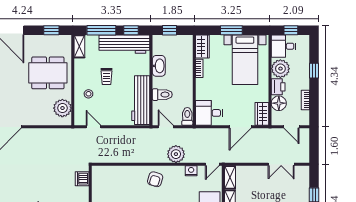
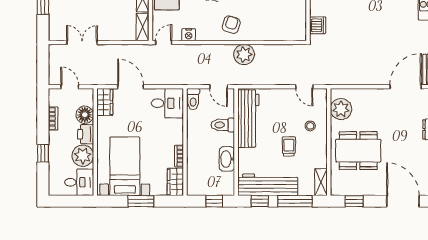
window: (291, 30) -> (70, 201), removed
door: (240, 127) -> (131, 87), hinge flipped
plant: (176, 154) -> (244, 54), moved

